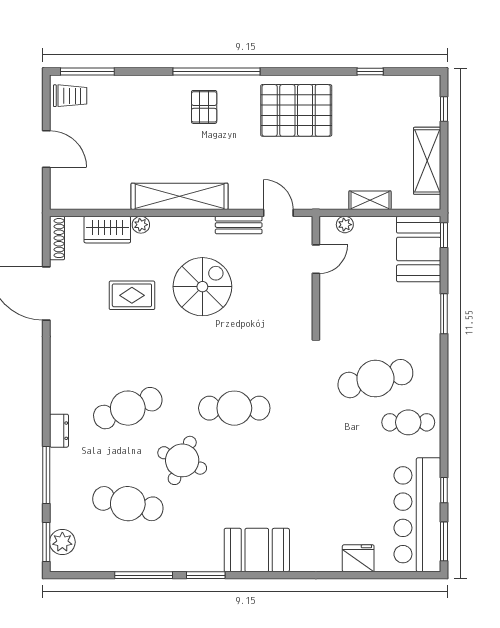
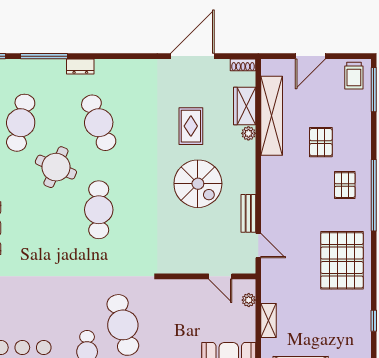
pallet: (204, 107) -> (345, 185), turned 90
pallet: (152, 136) -> (321, 142), added
shelving: (180, 196) -> (272, 116), moved
door: (278, 213) -> (258, 246), hinge flipped
shoe rack: (57, 238) -> (243, 65), width x0.70

